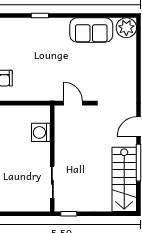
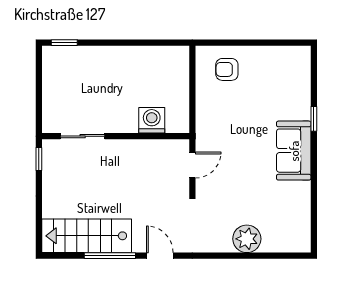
plant: (126, 28) -> (247, 239), moved
sofa: (91, 30) -> (294, 151), moved

